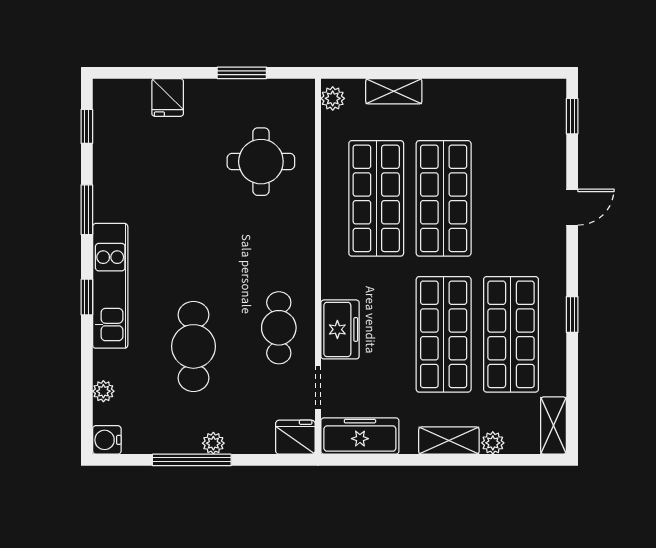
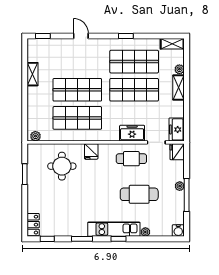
shelving: (394, 91) -> (33, 74), moved
locker: (121, 93) -> (33, 225), added
fridge: (168, 97) -> (91, 151), moved, turned 90
plant: (103, 391) -> (145, 232), moved
freezer: (360, 436) -> (177, 129), width x0.71

